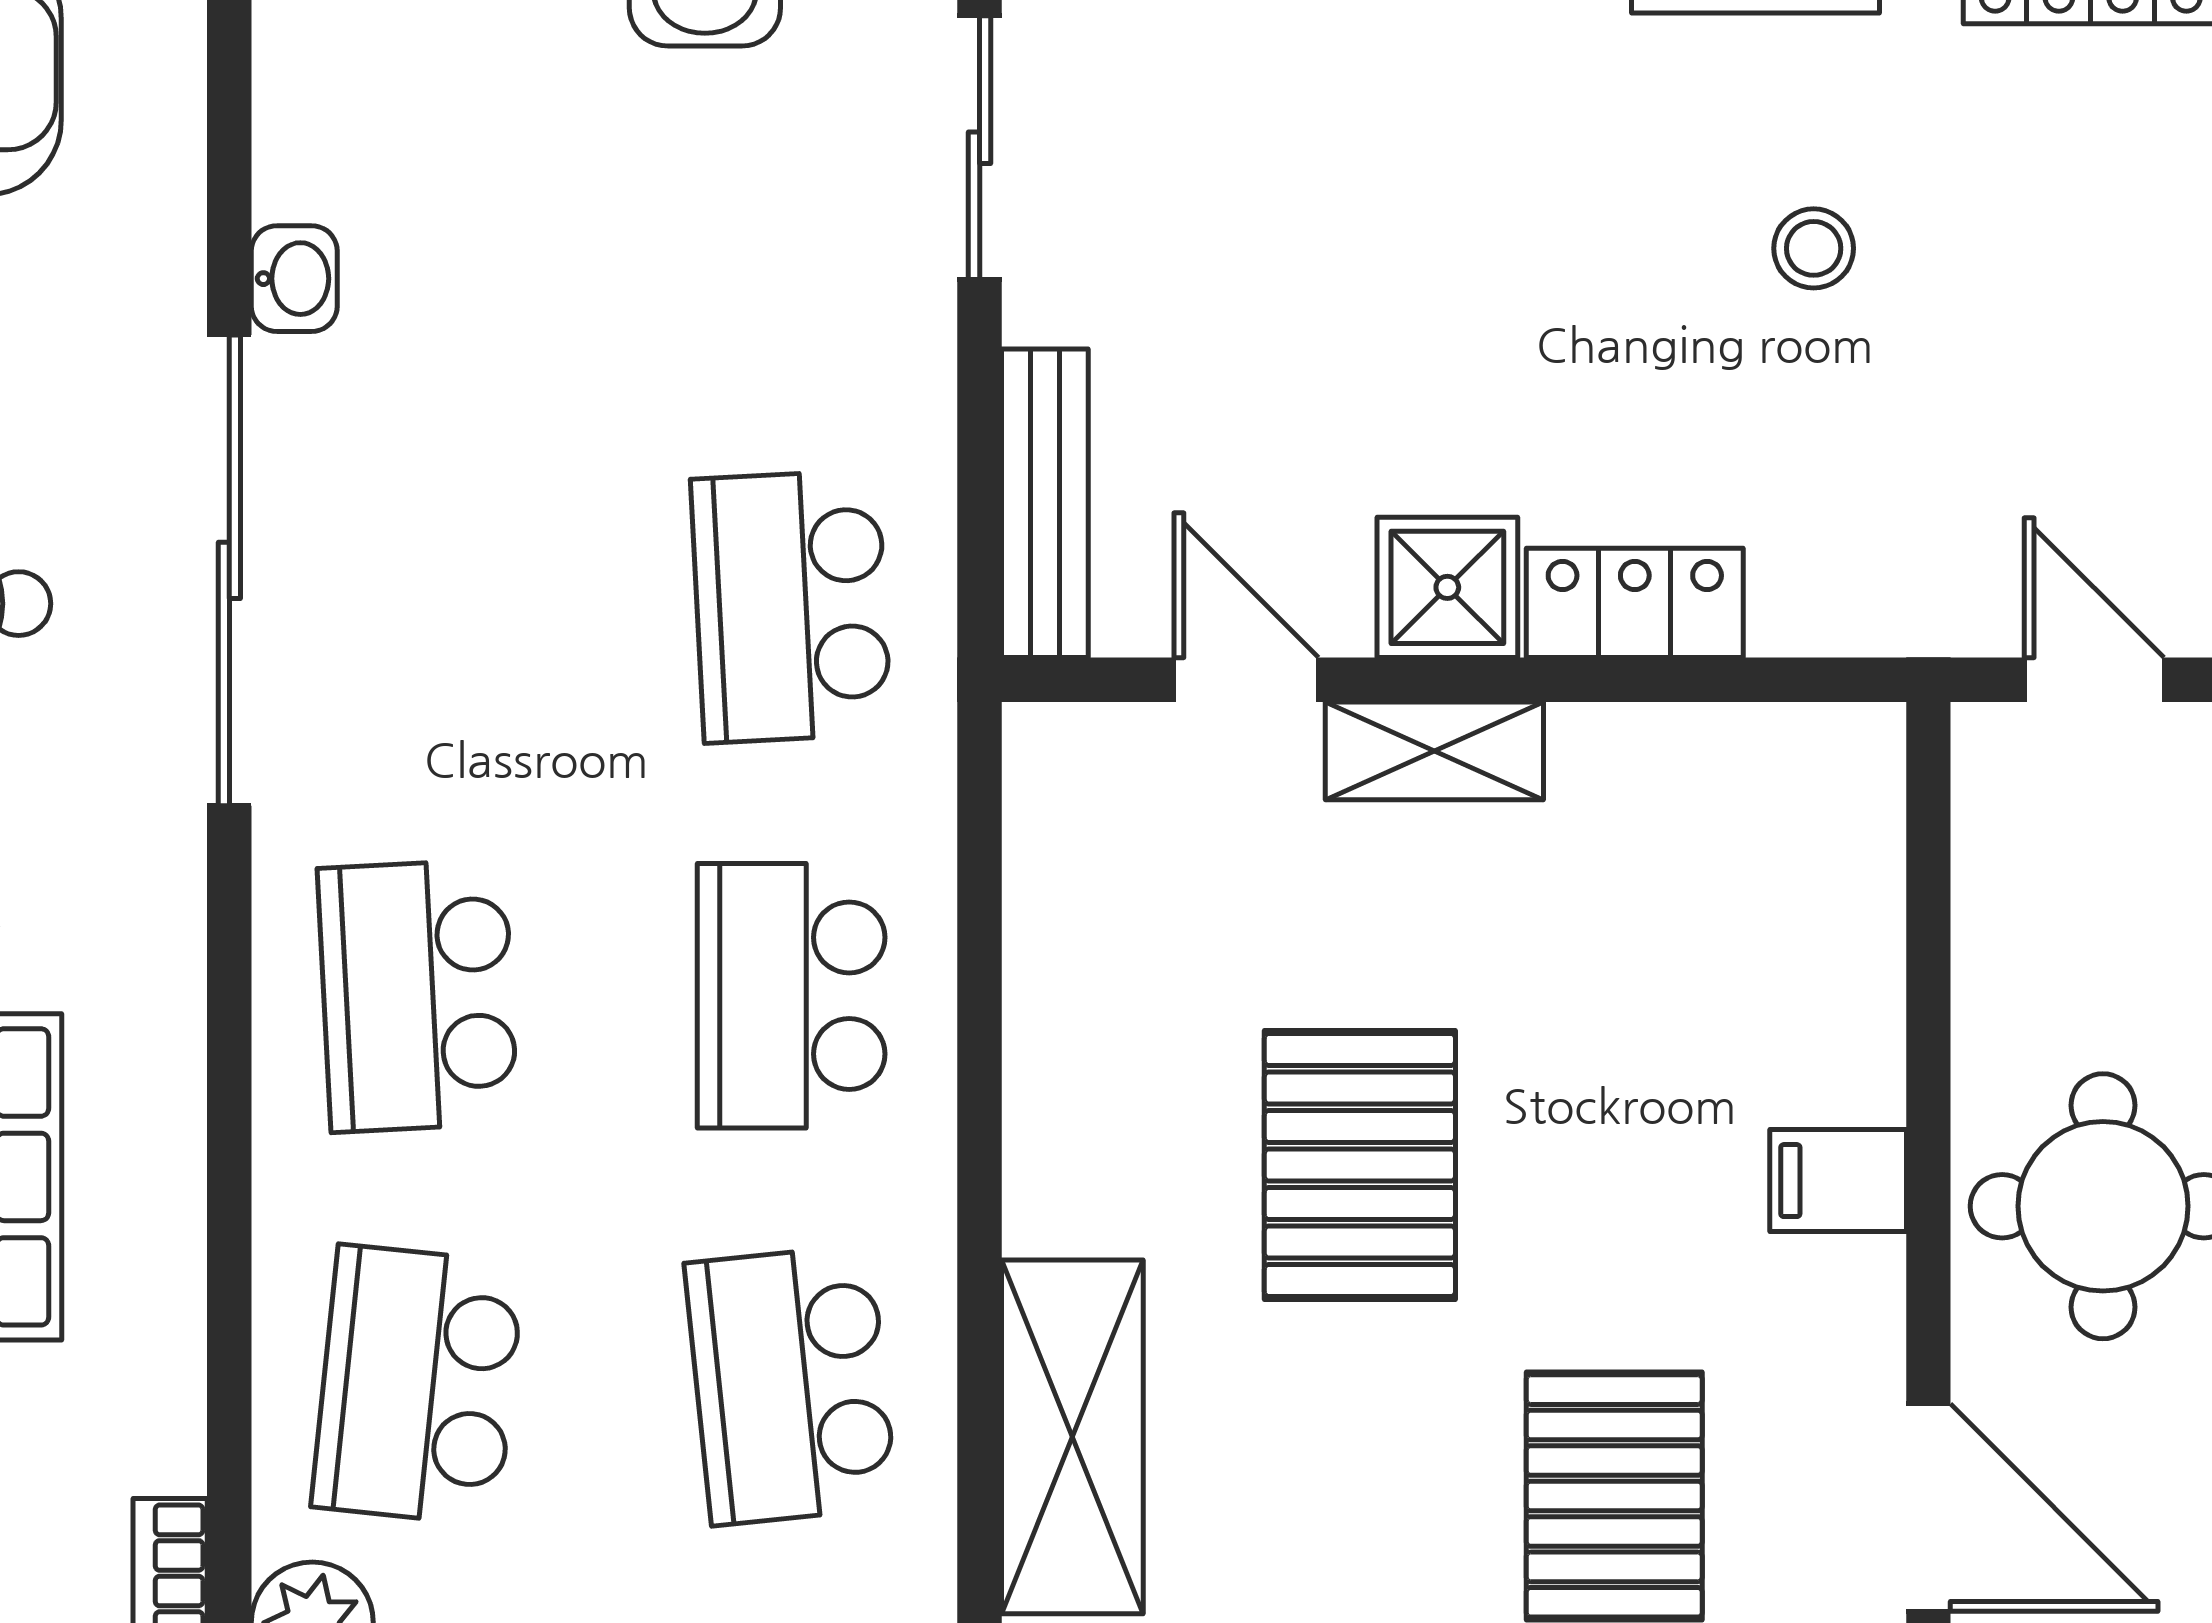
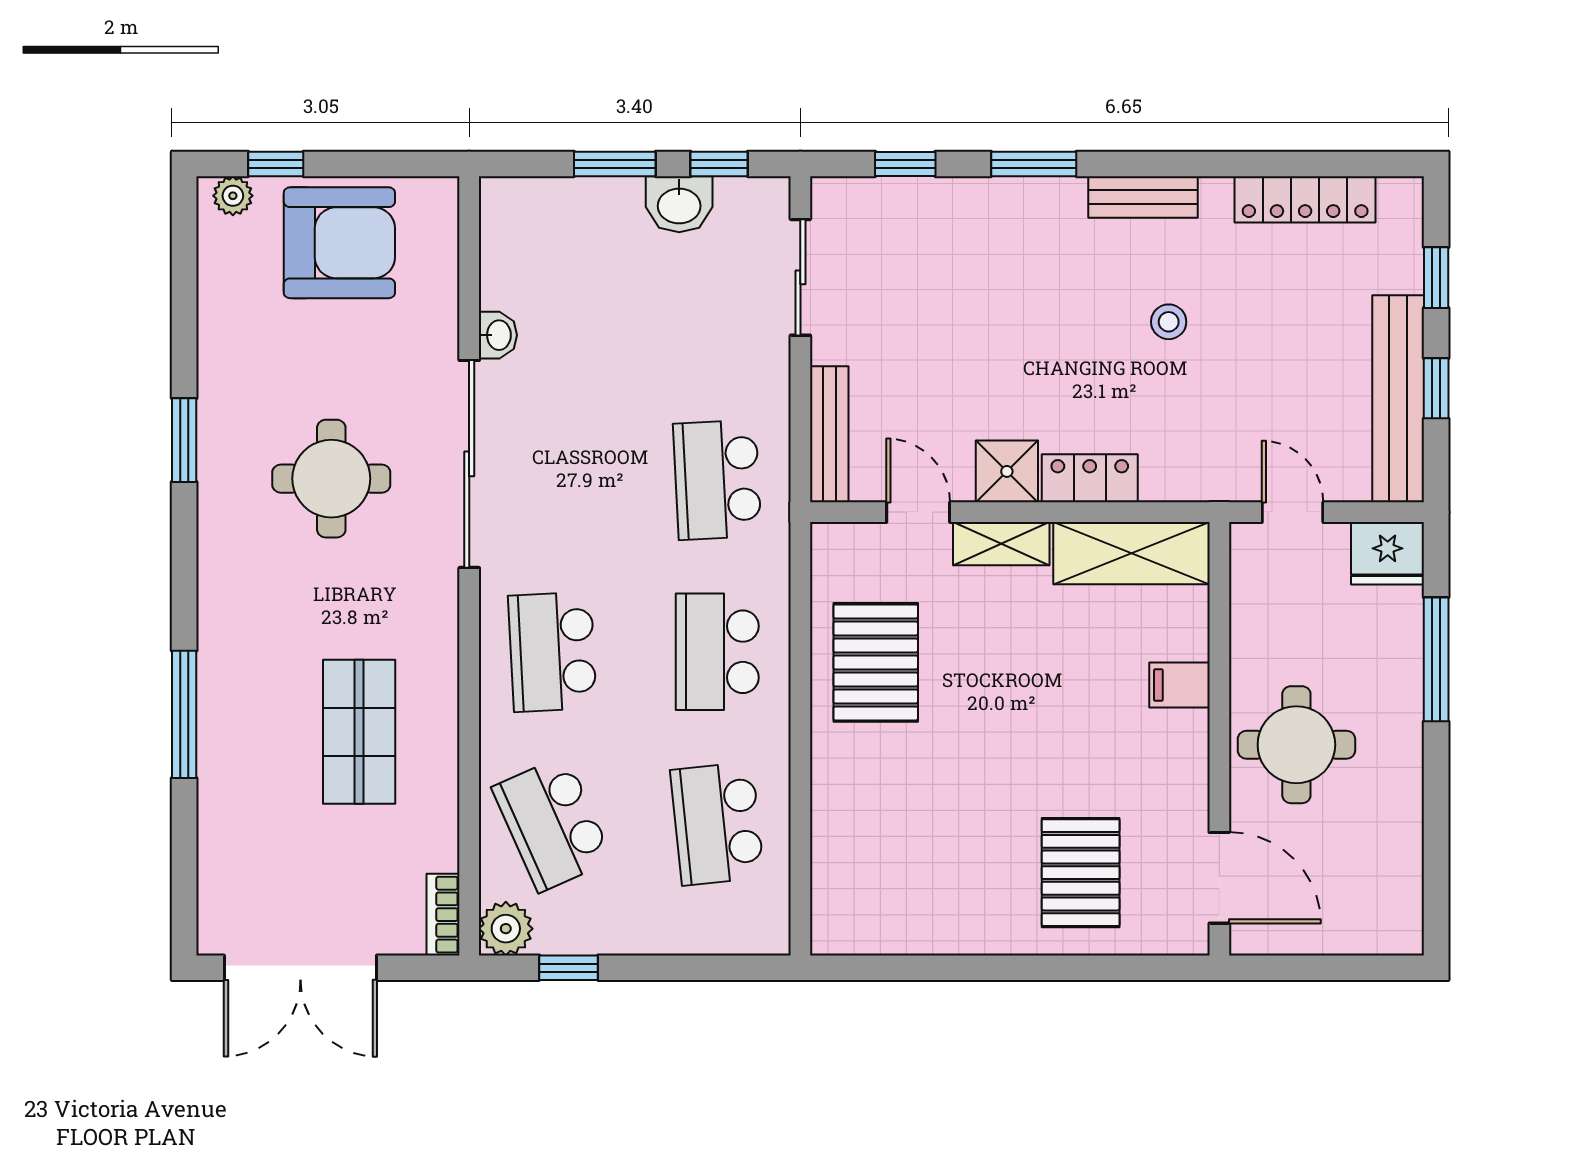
pallet: (1360, 1165) -> (876, 662), moved
filing cabinet: (1838, 1181) -> (1179, 685), moved
school desk: (418, 1385) -> (552, 824), turned -30
shelving: (1072, 1437) -> (1131, 553), moved, turned 90

